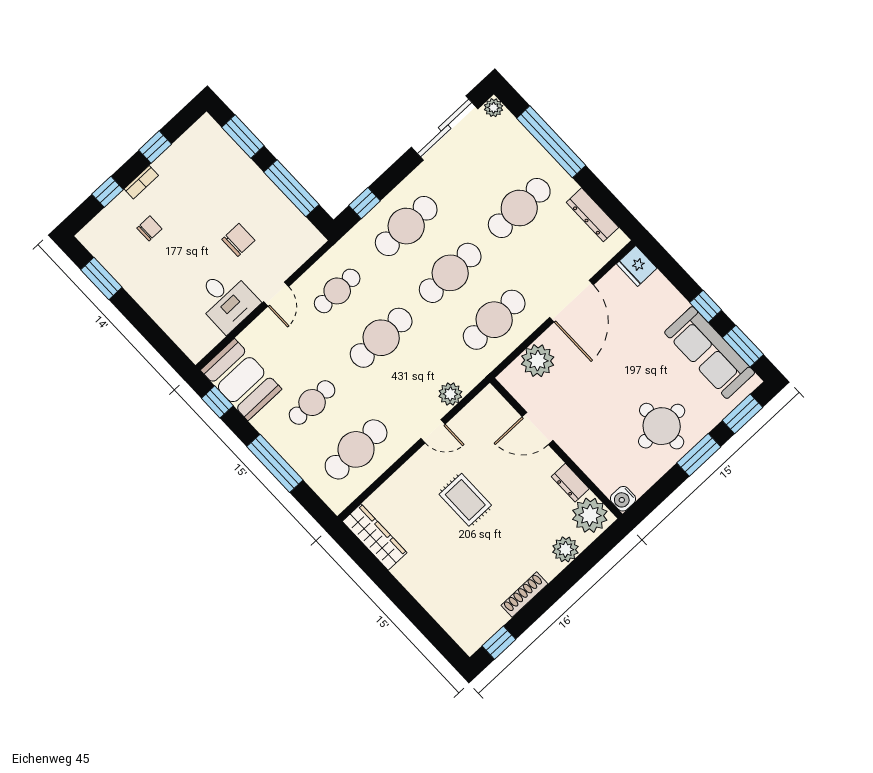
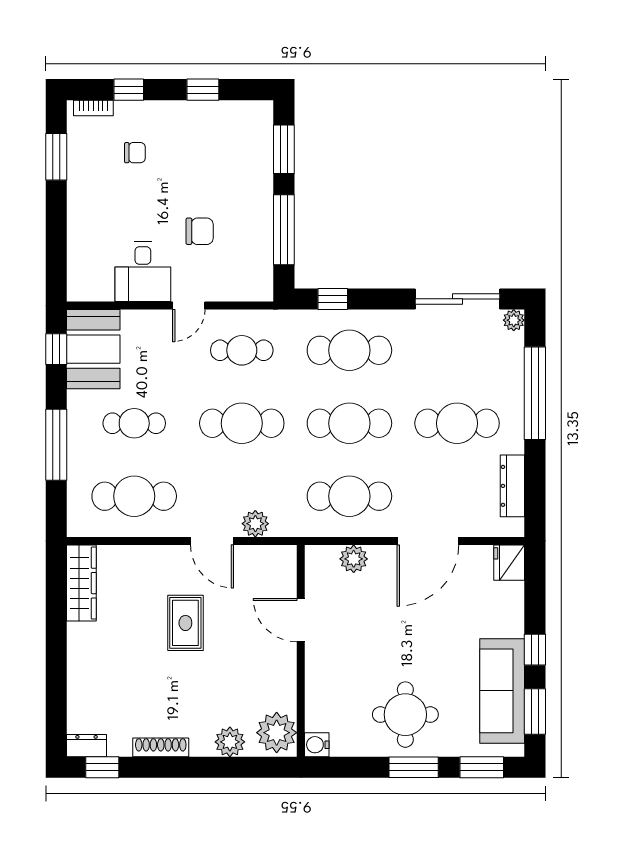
bookcase: (141, 182) -> (93, 108), moved
plant: (538, 361) -> (354, 559), width x0.73, depth x0.73
door: (433, 431) -> (212, 541), width x1.38
dresser: (570, 483) -> (87, 746), moved, turned 90

